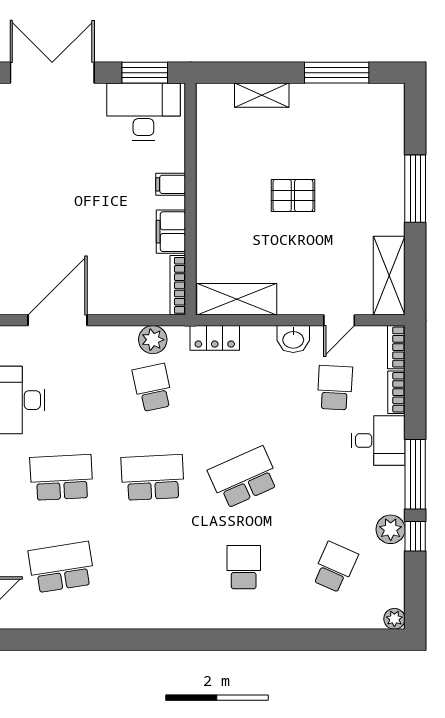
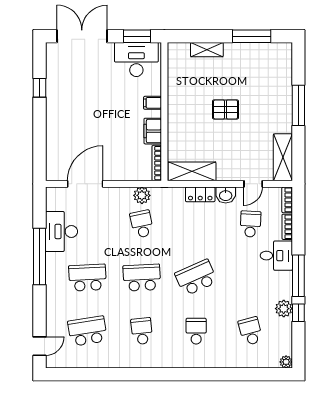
locker: (215, 338) -> (200, 194), moved
school desk: (153, 567) -> (142, 331), added
school desk: (335, 567) -> (250, 331), turned -39

